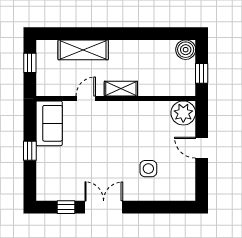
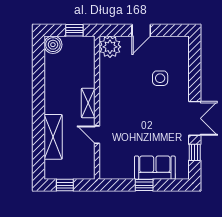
sofa: (49, 123) -> (155, 168), moved
double door: (104, 207) -> (195, 118), swing flipped

